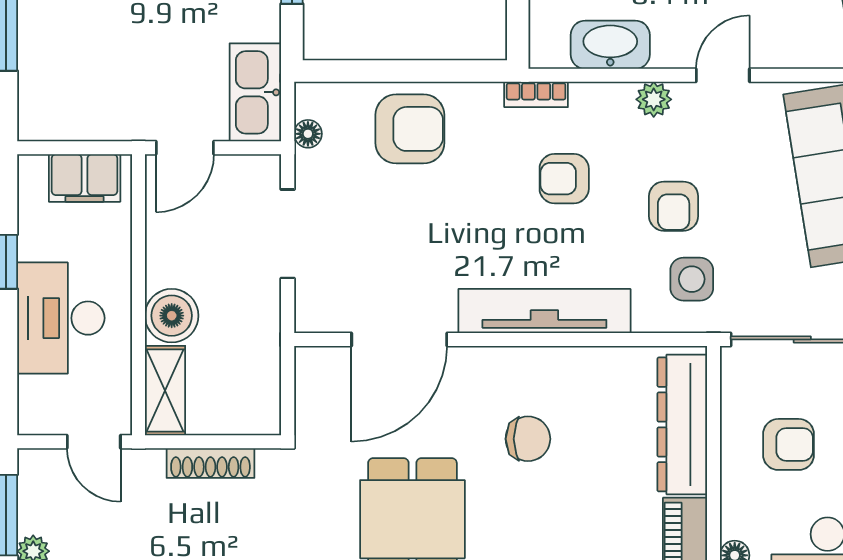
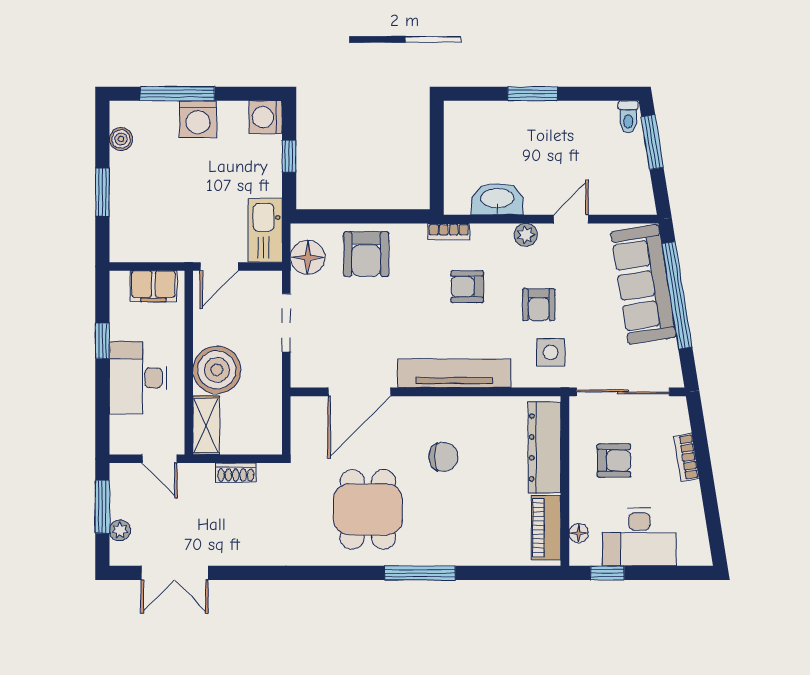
armchair: (410, 129) -> (366, 254), turned 90
floor lamp: (308, 134) -> (308, 257), width x1.89, depth x1.89
boiler: (172, 316) -> (217, 370), width x1.37, depth x1.37
shoe rack: (210, 463) -> (236, 473), width x0.70

